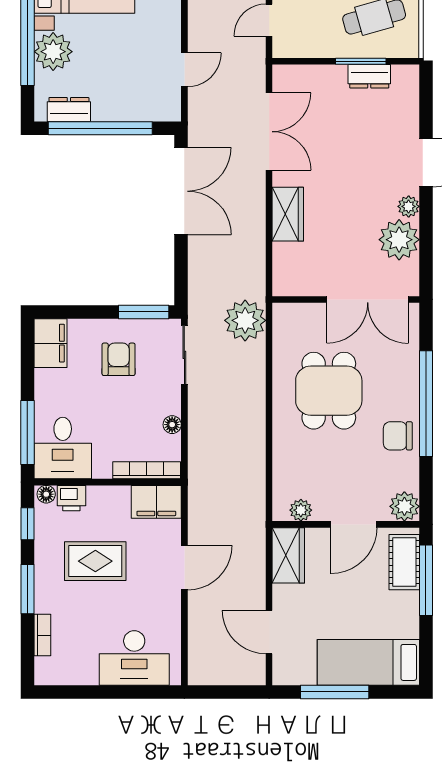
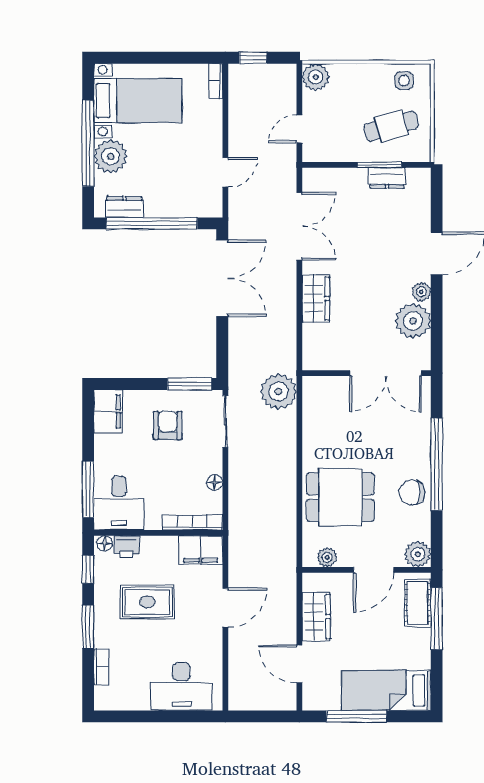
dining table: (329, 391) -> (340, 497), moved, turned 90
wardrobe: (288, 555) -> (316, 617), moved

